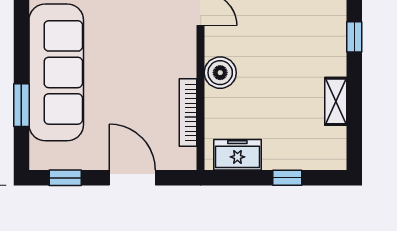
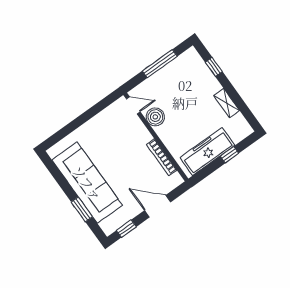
boiler: (220, 73) -> (155, 117), moved
freezer: (237, 155) -> (207, 152), width x1.91, depth x1.26

